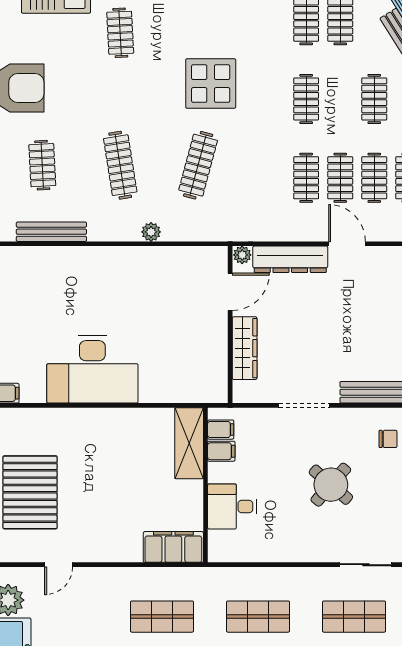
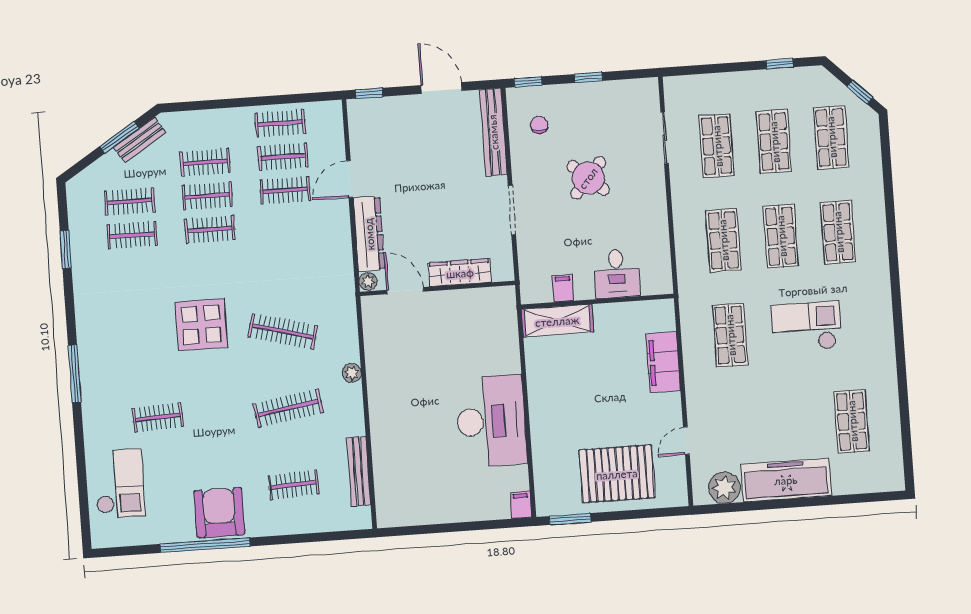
clothes rail: (306, 178) -> (207, 196), moved
filing cabinet: (221, 430) -> (542, 290), removed
filing cabinet: (173, 547) -> (663, 362), moved
door: (59, 565) -> (686, 441), swing flipped

